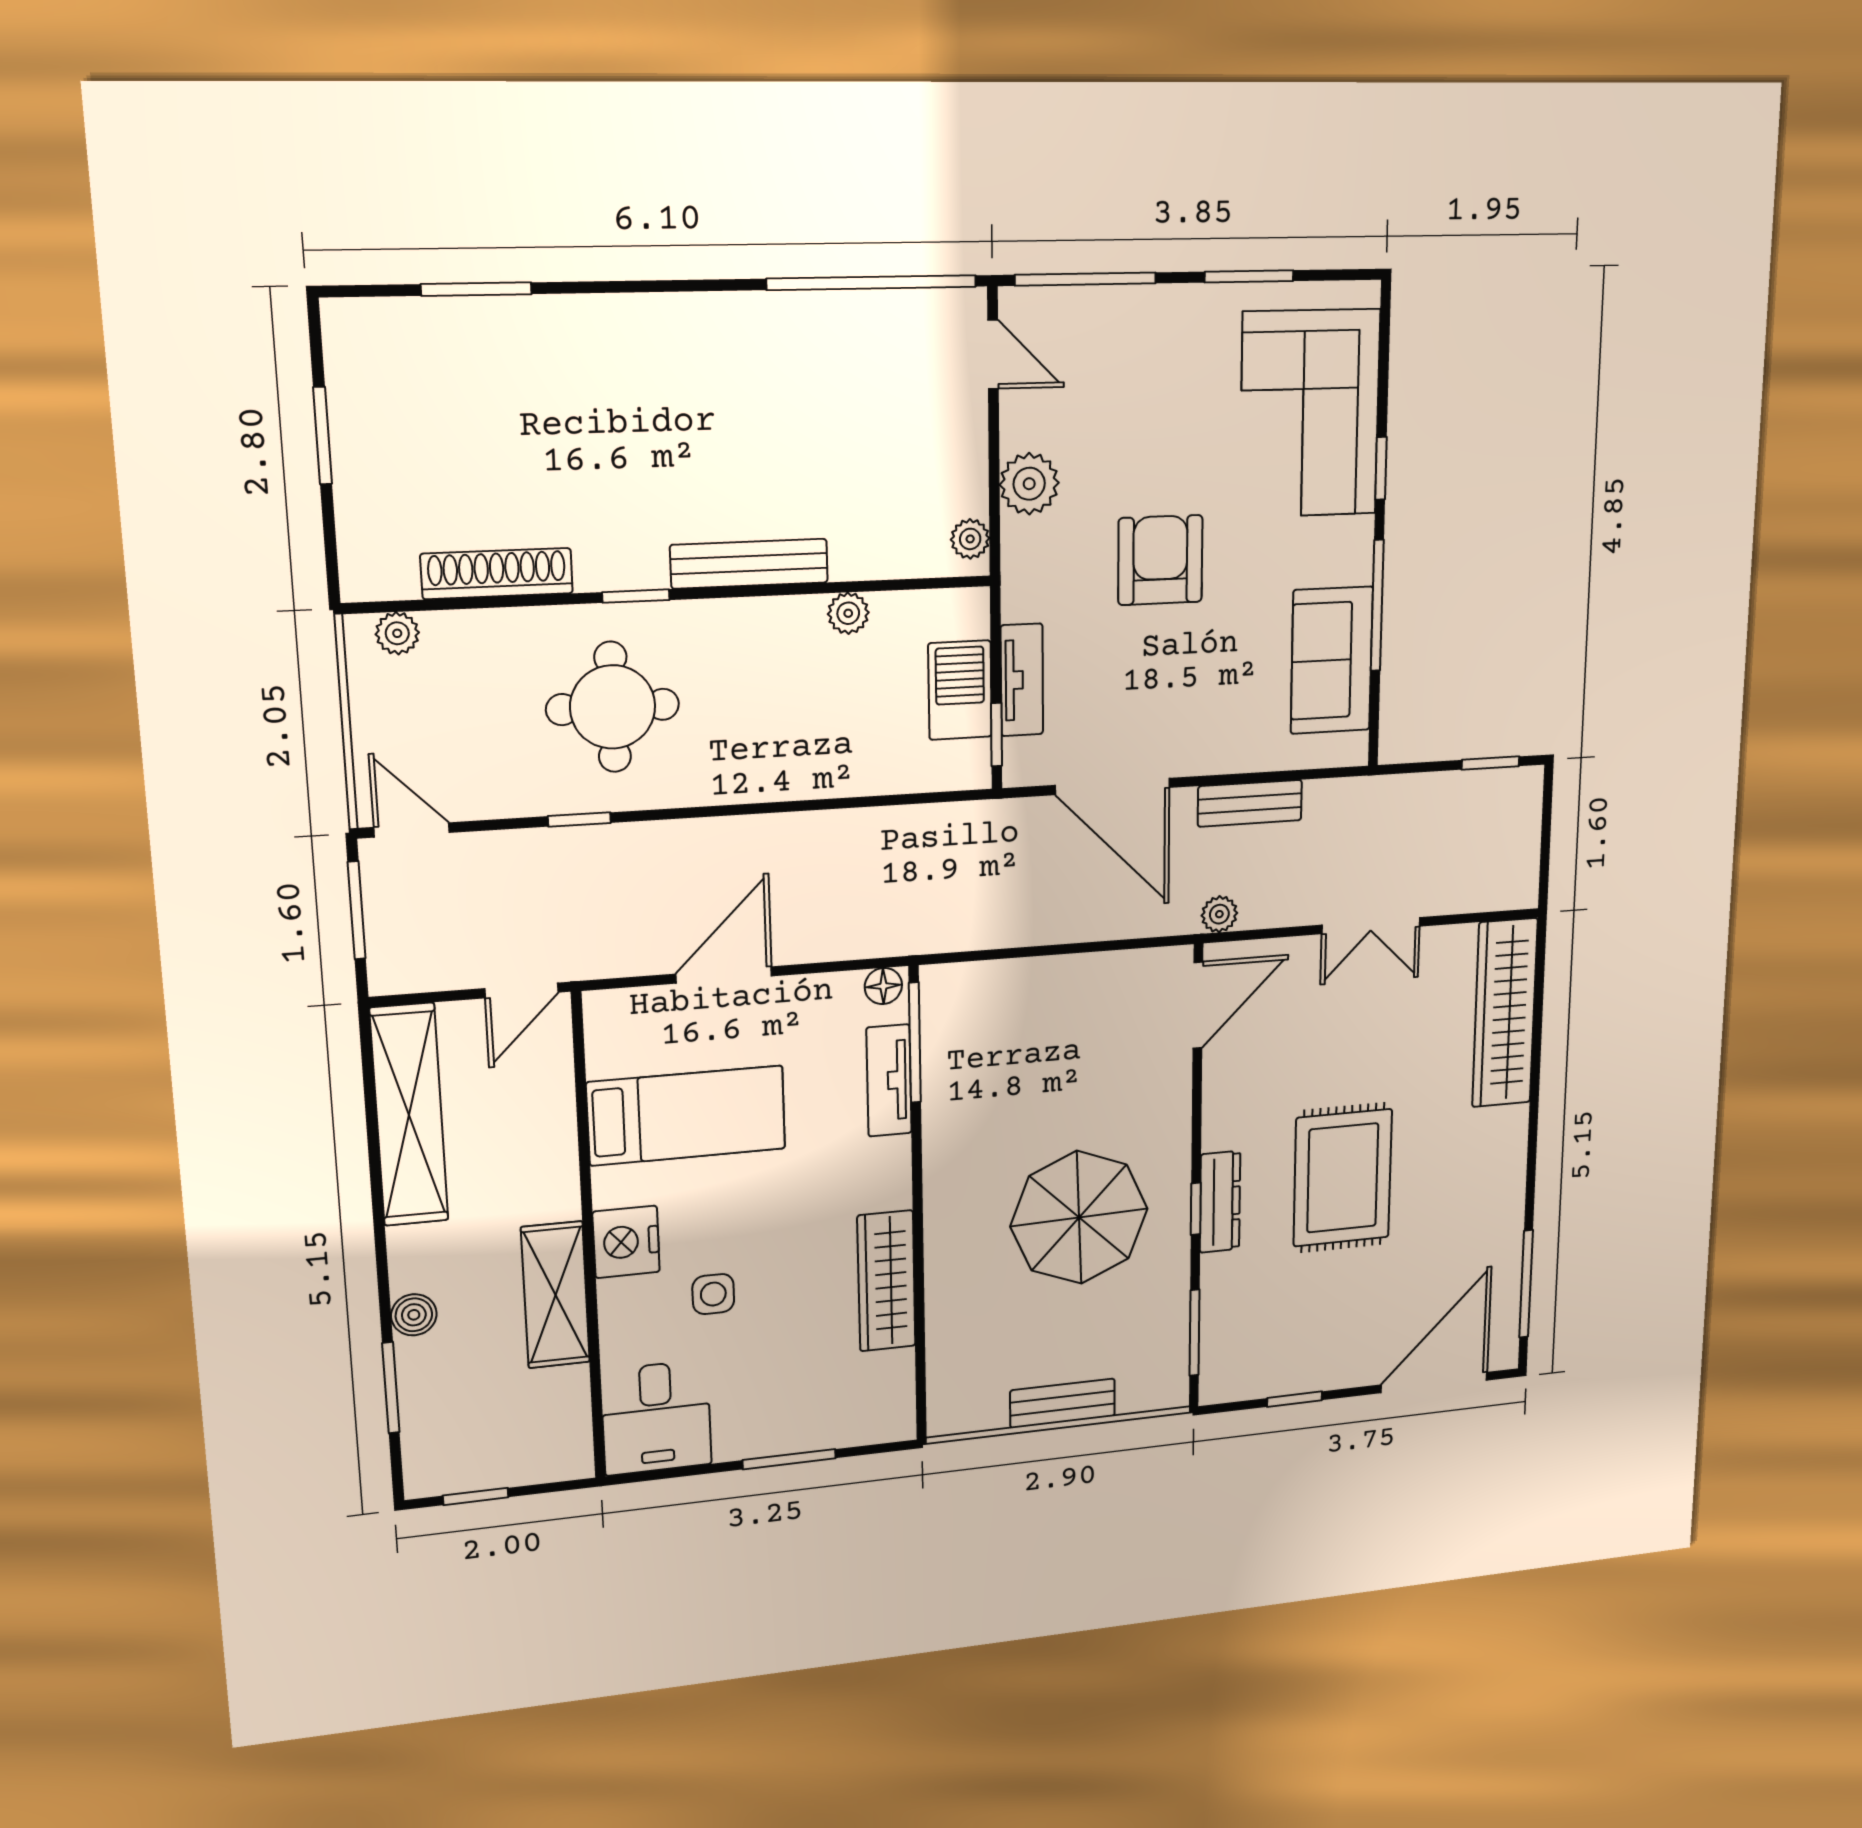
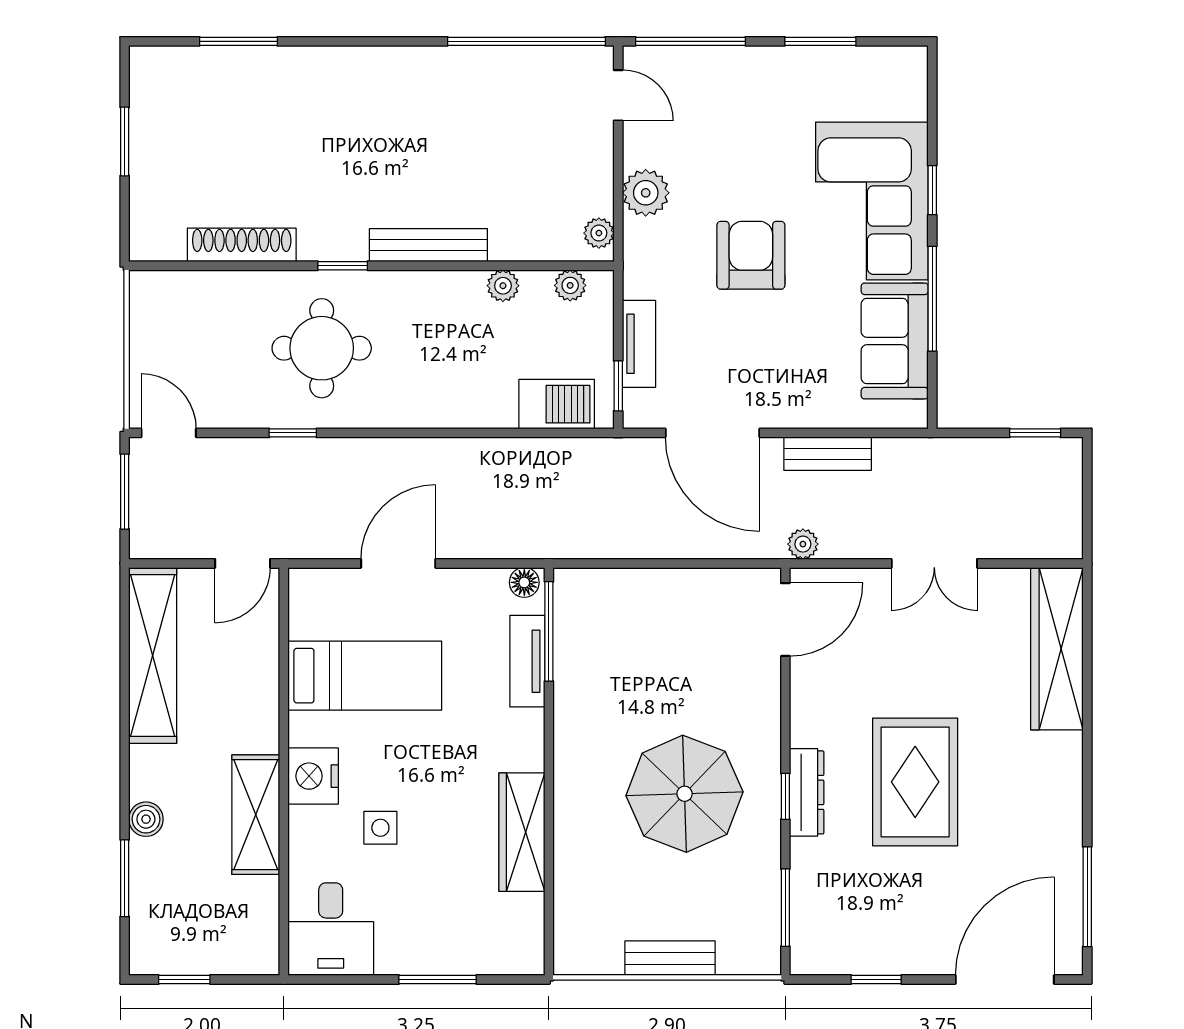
corner sofa: (1310, 414) -> (872, 201), moved
plant: (397, 633) -> (570, 285), moved
barbecue: (960, 690) -> (557, 404), moved, turned 90

